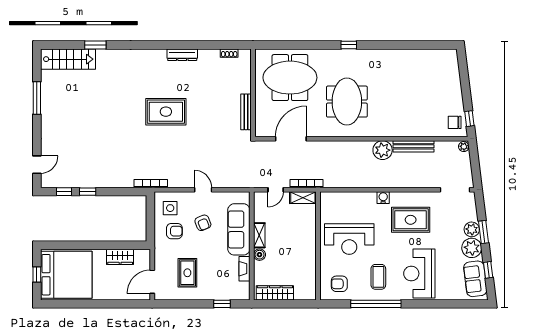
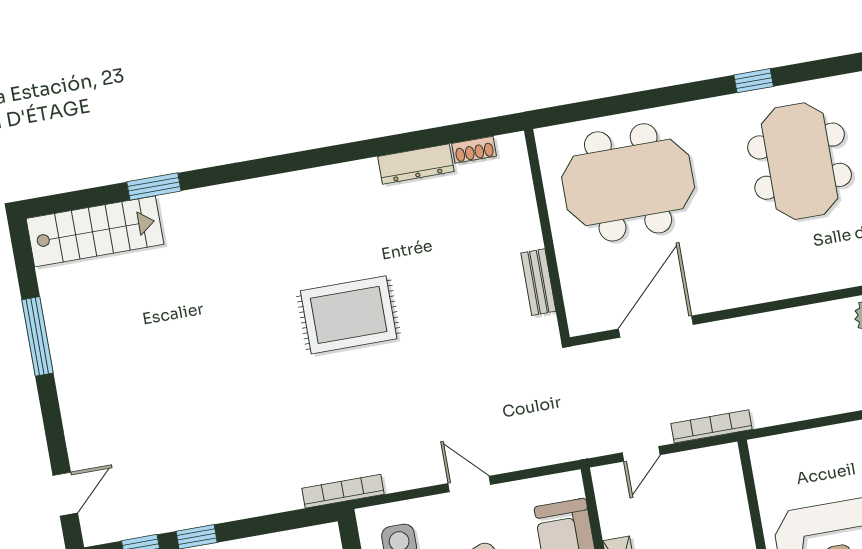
dresser: (182, 55) -> (416, 164), moved
meeting table: (347, 102) -> (800, 161), moved
bench: (246, 112) -> (538, 282), width x0.73
shelving: (303, 198) -> (709, 461), removed

